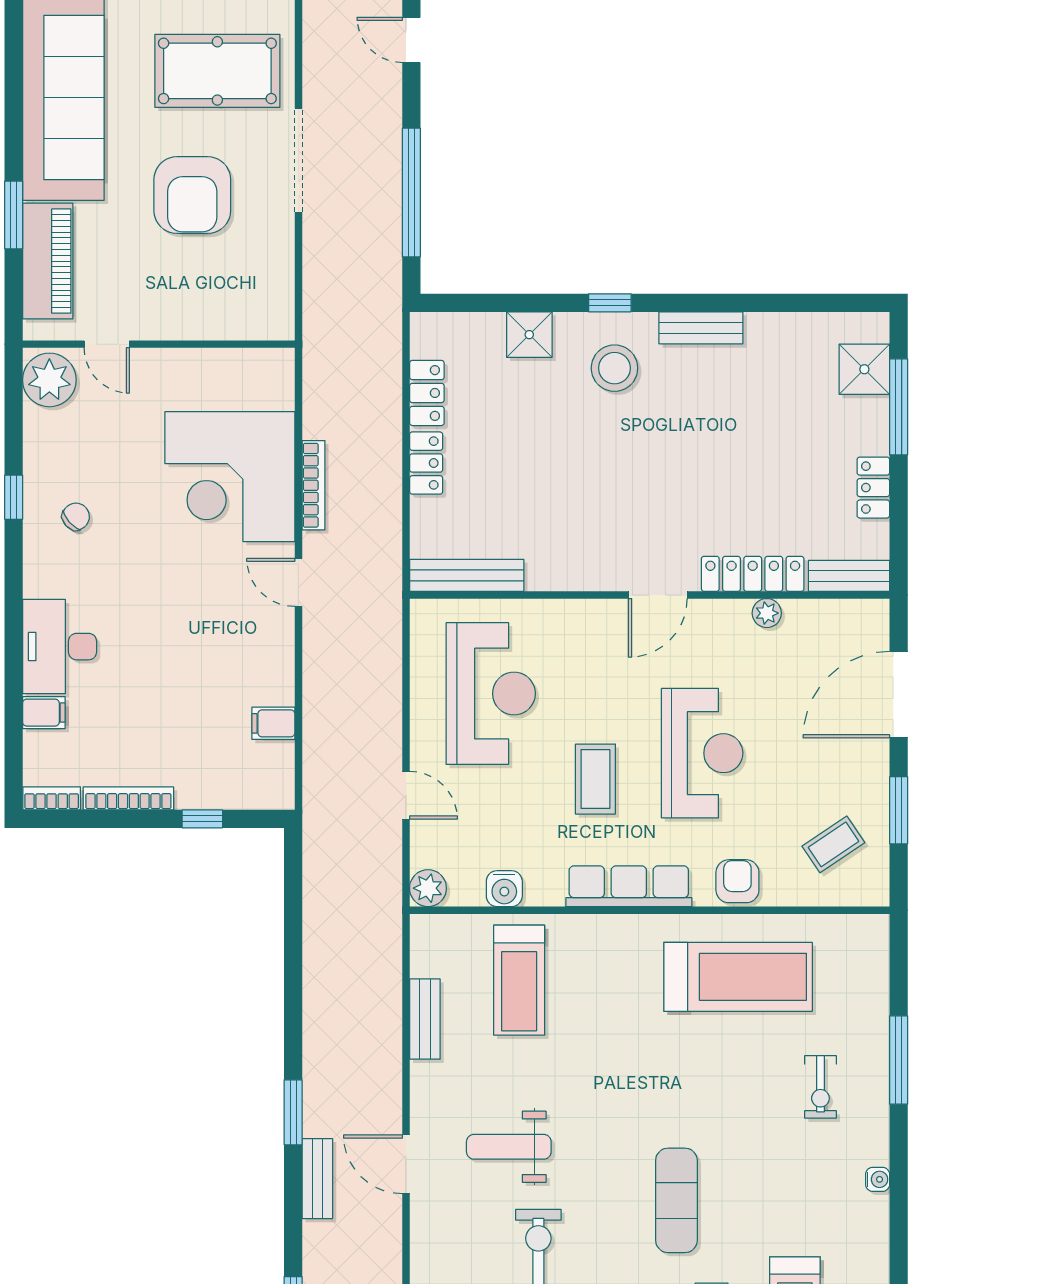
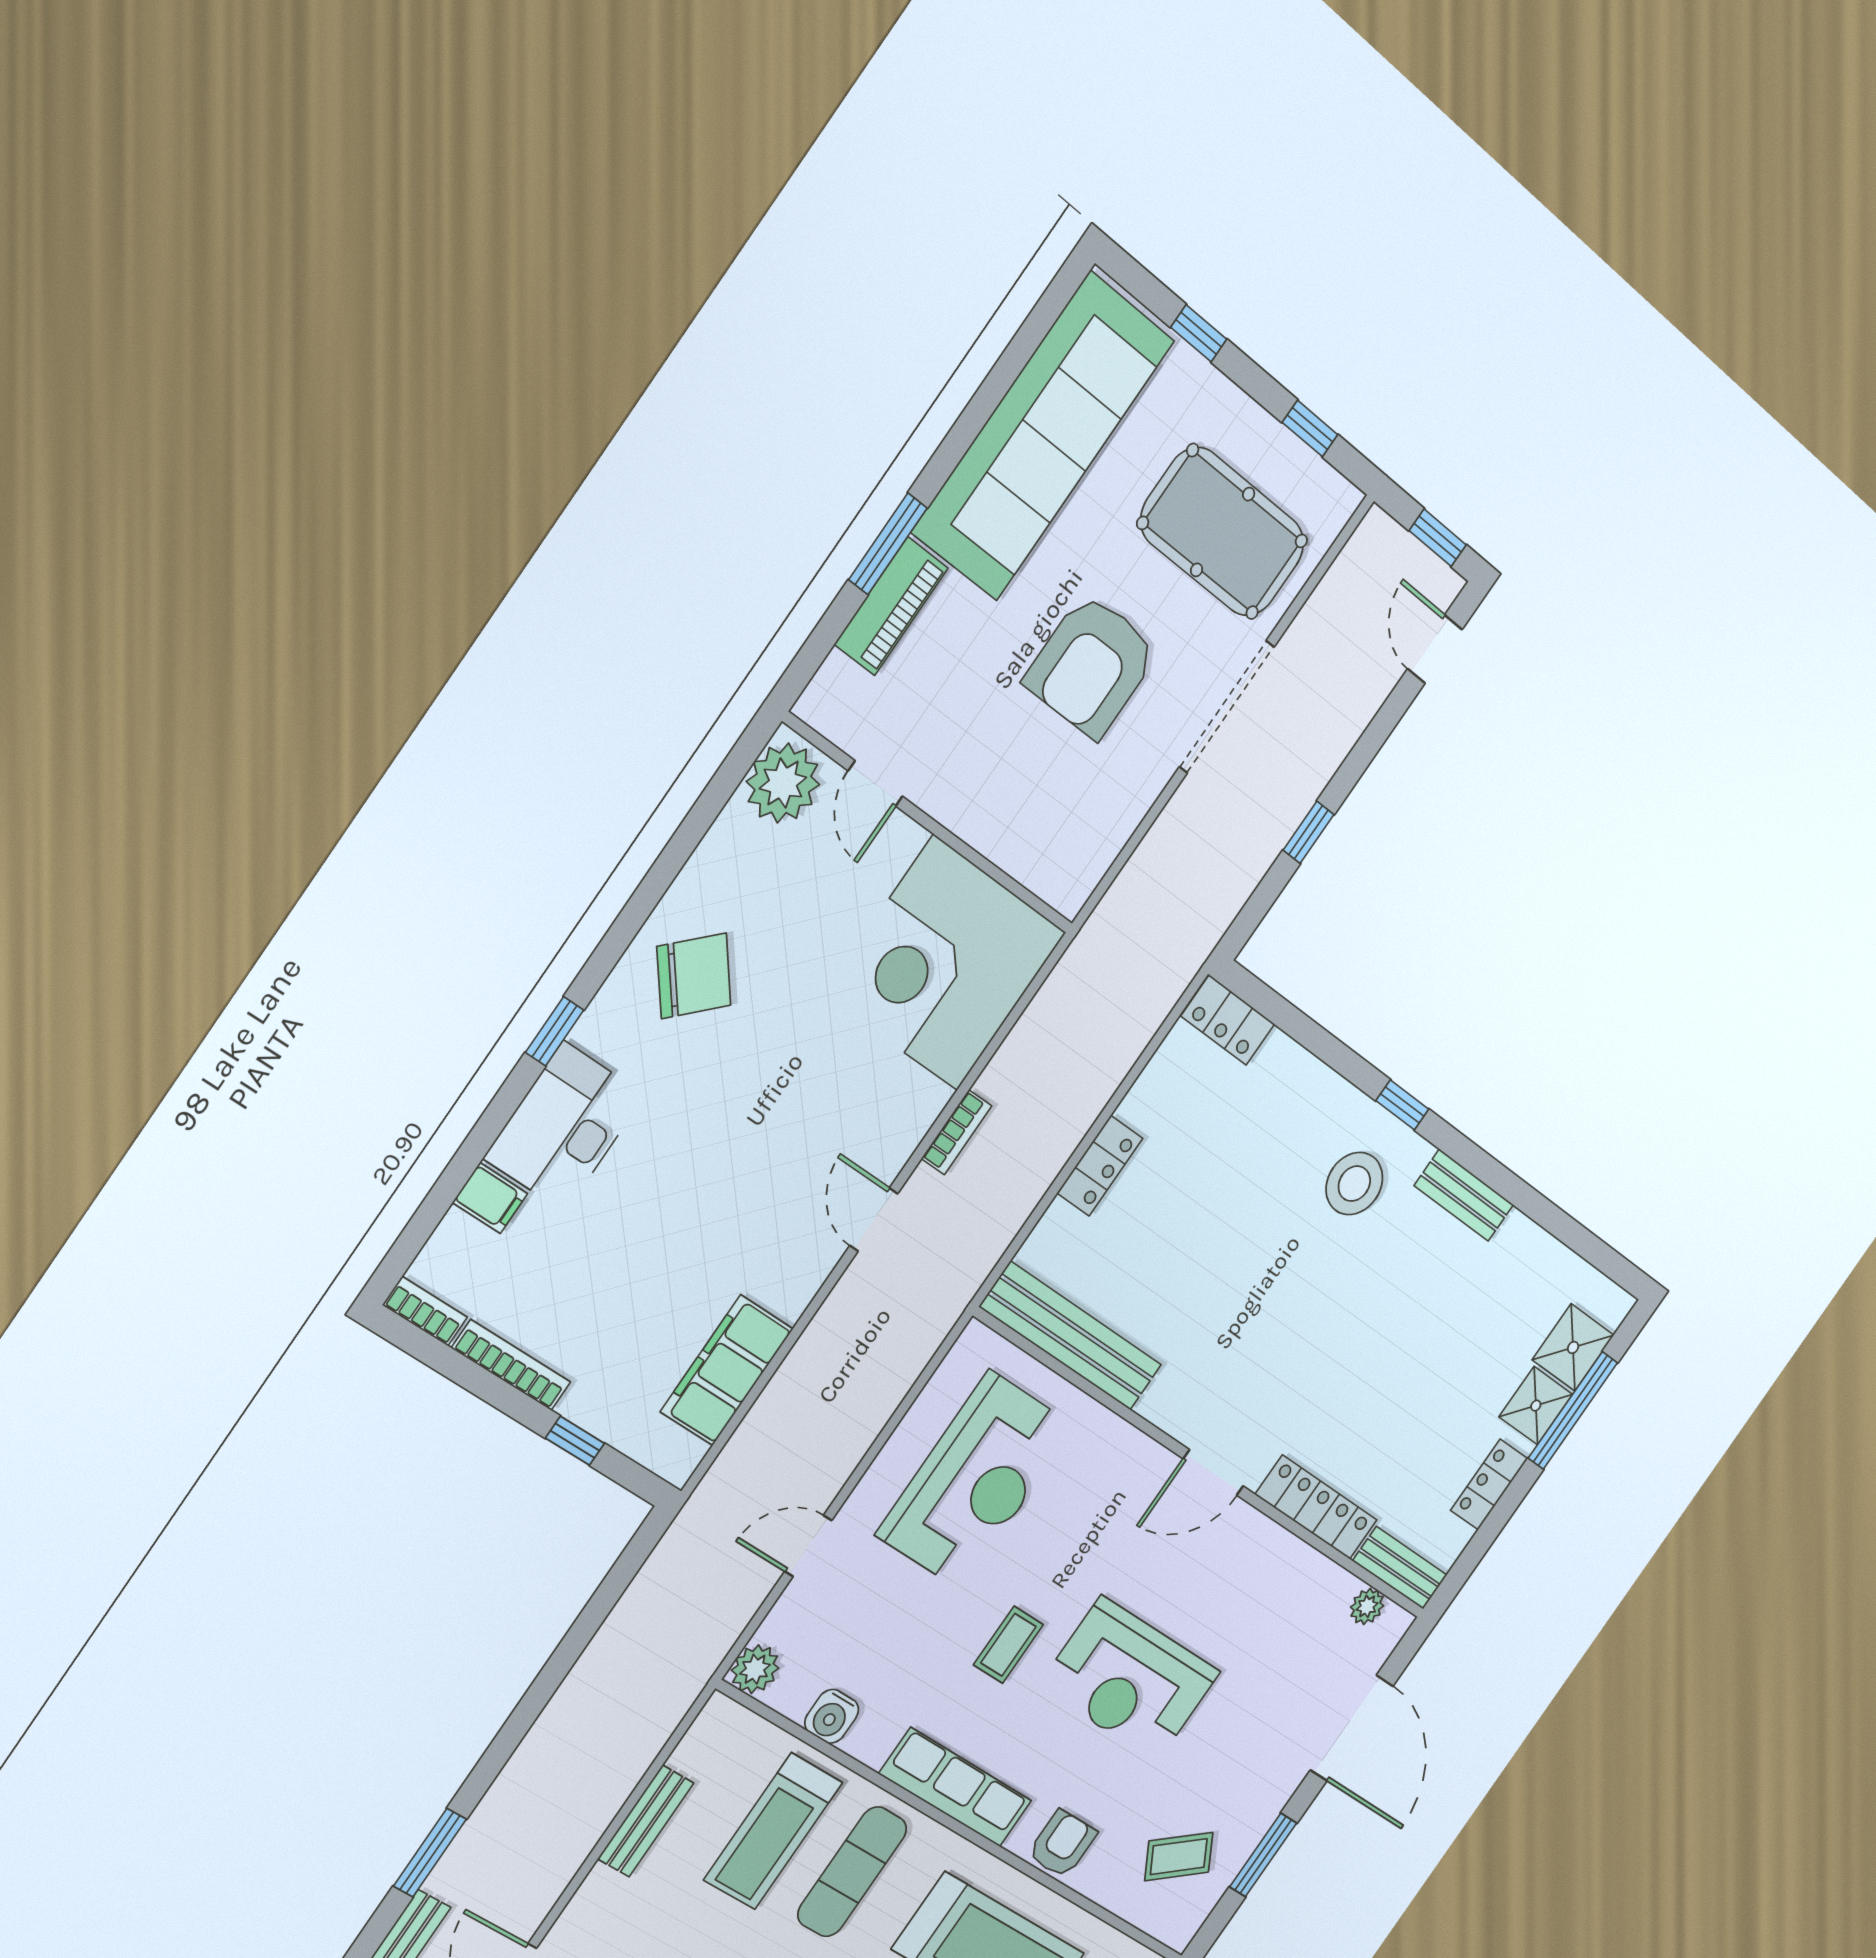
window: (411, 192) -> (1308, 832), width x0.32
piano: (48, 261) -> (891, 606), width x0.73, depth x0.75
shower: (529, 335) -> (1536, 1406), moved
locker: (427, 393) -> (1228, 1020), moved, turned 90
corner desk: (230, 477) -> (946, 963), moved
bookcase: (313, 485) -> (956, 1132), width x0.64
window: (14, 497) -> (555, 1031), moved
chair: (76, 517) -> (694, 976), width x1.87, depth x1.87
bench: (467, 575) -> (1071, 1336), width x1.37, depth x1.21
plant: (767, 613) -> (1367, 1606), moved
door: (899, 695) -> (1352, 1728), swing flipped
filing cabinet: (273, 723) -> (727, 1370), width x3.00, depth x1.17
reception desk: (702, 753) -> (1130, 1679), turned 90
coffee table: (595, 779) -> (1008, 1645), width x0.73, depth x0.77
door: (406, 795) -> (808, 1546), swing flipped
exercise mat: (596, 977) -> (852, 1872), added

